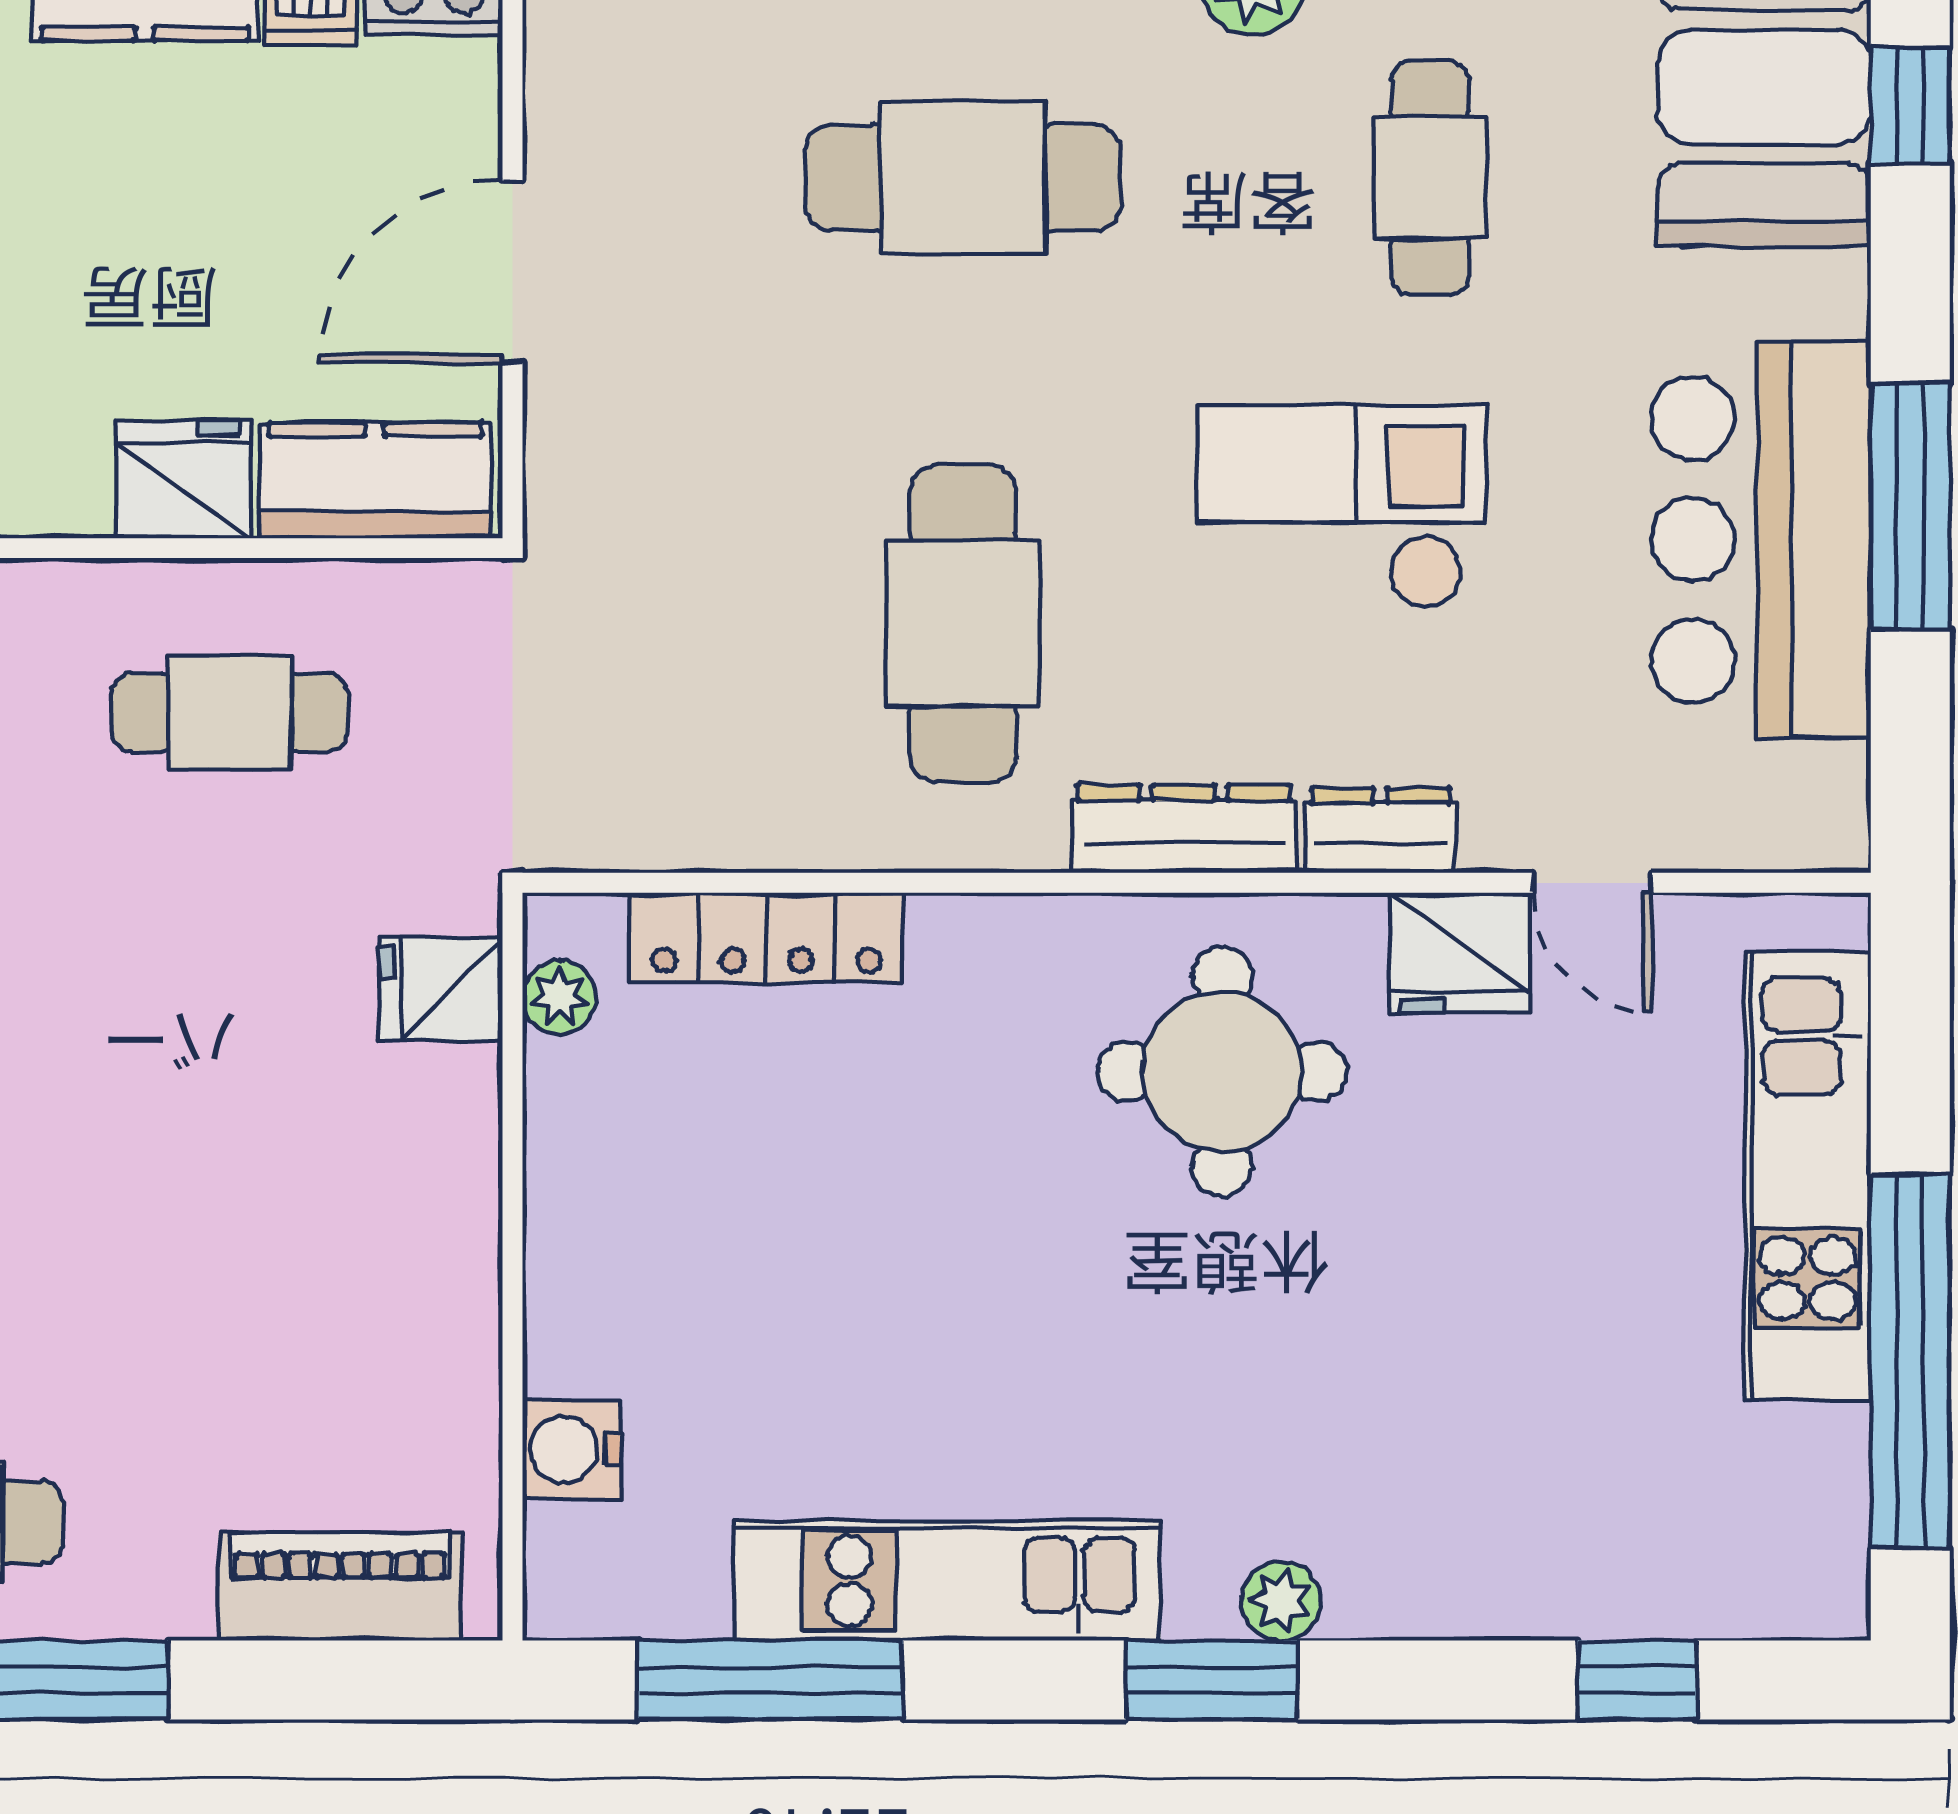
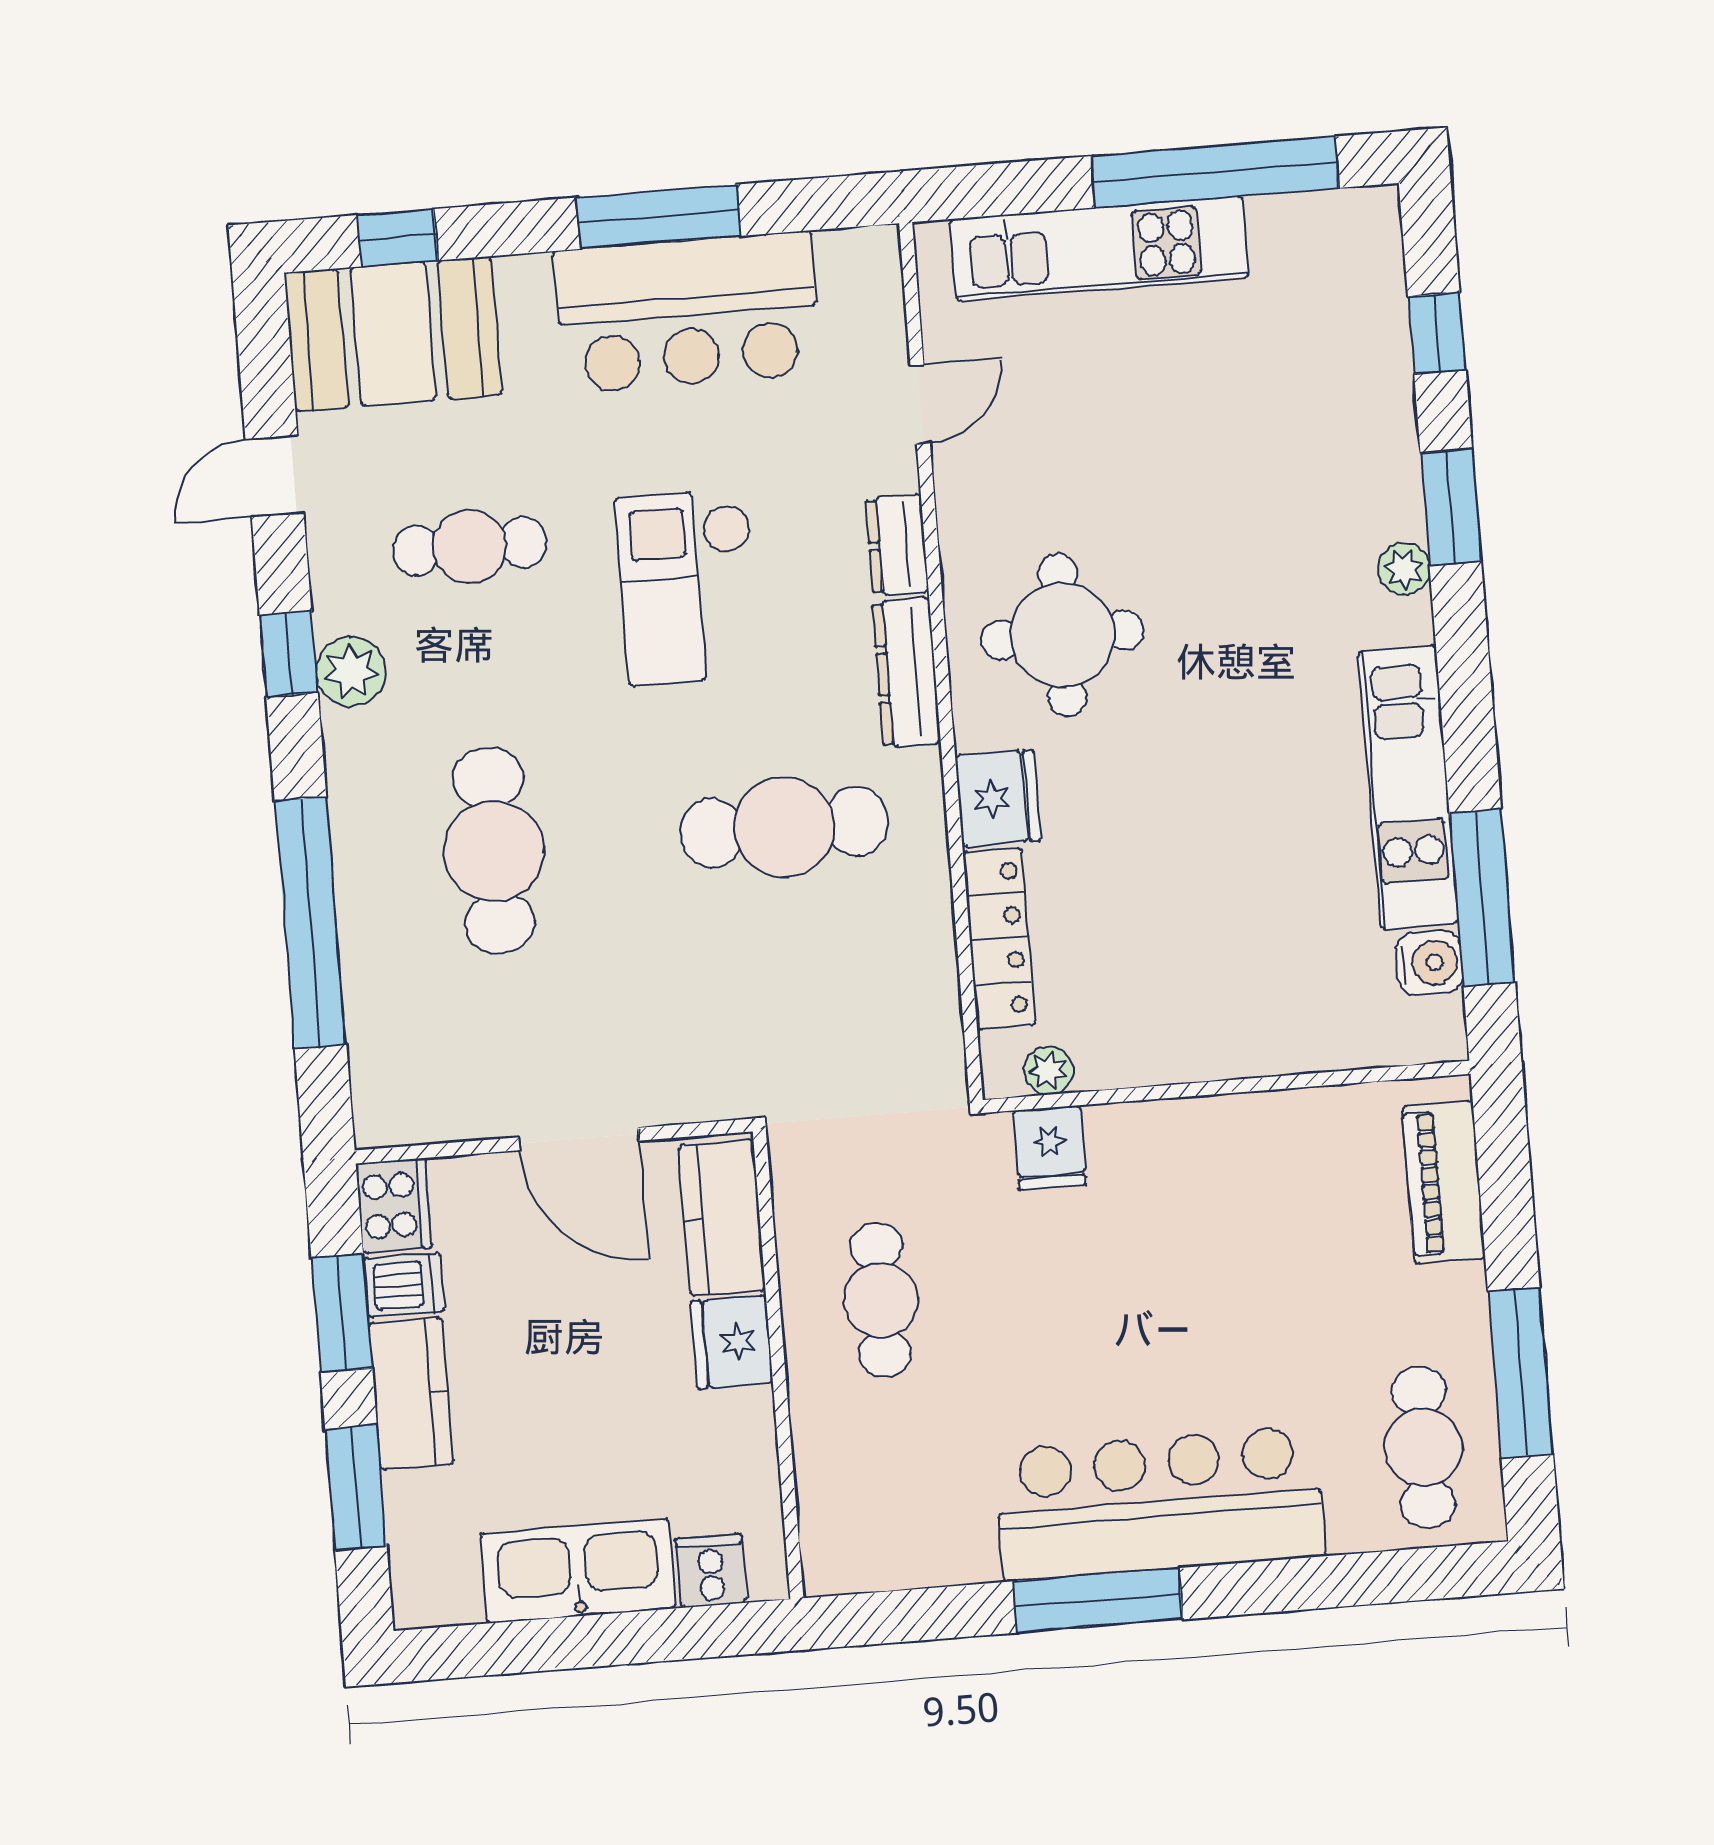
fridge: (1459, 953) -> (998, 798), moved
water cooler: (572, 1450) -> (1429, 963), moved, turned -90
window: (1211, 1680) -> (1451, 507), moved

